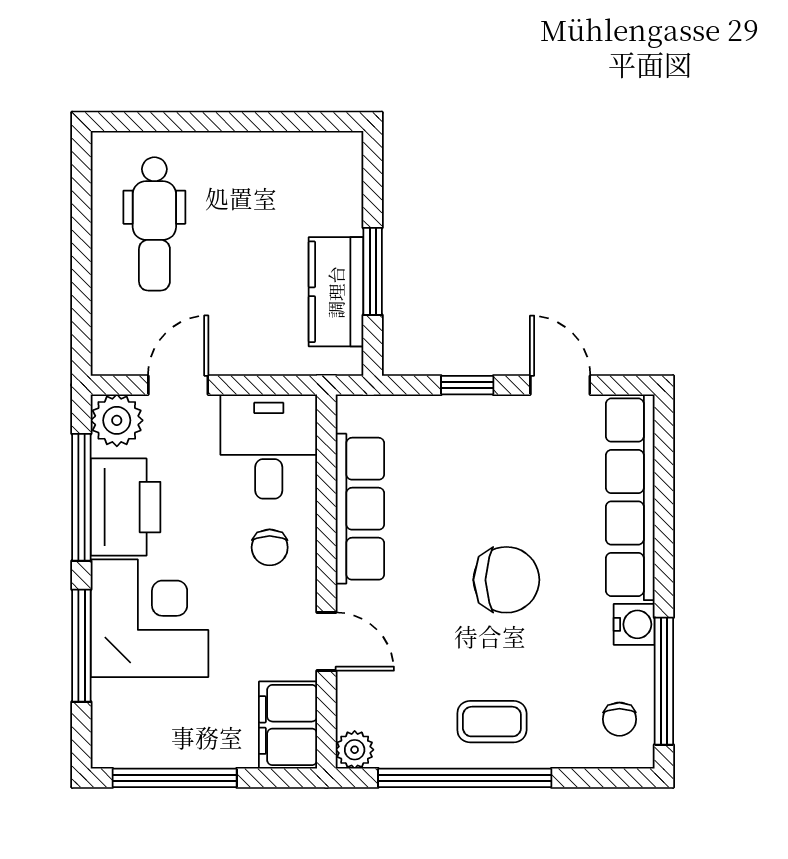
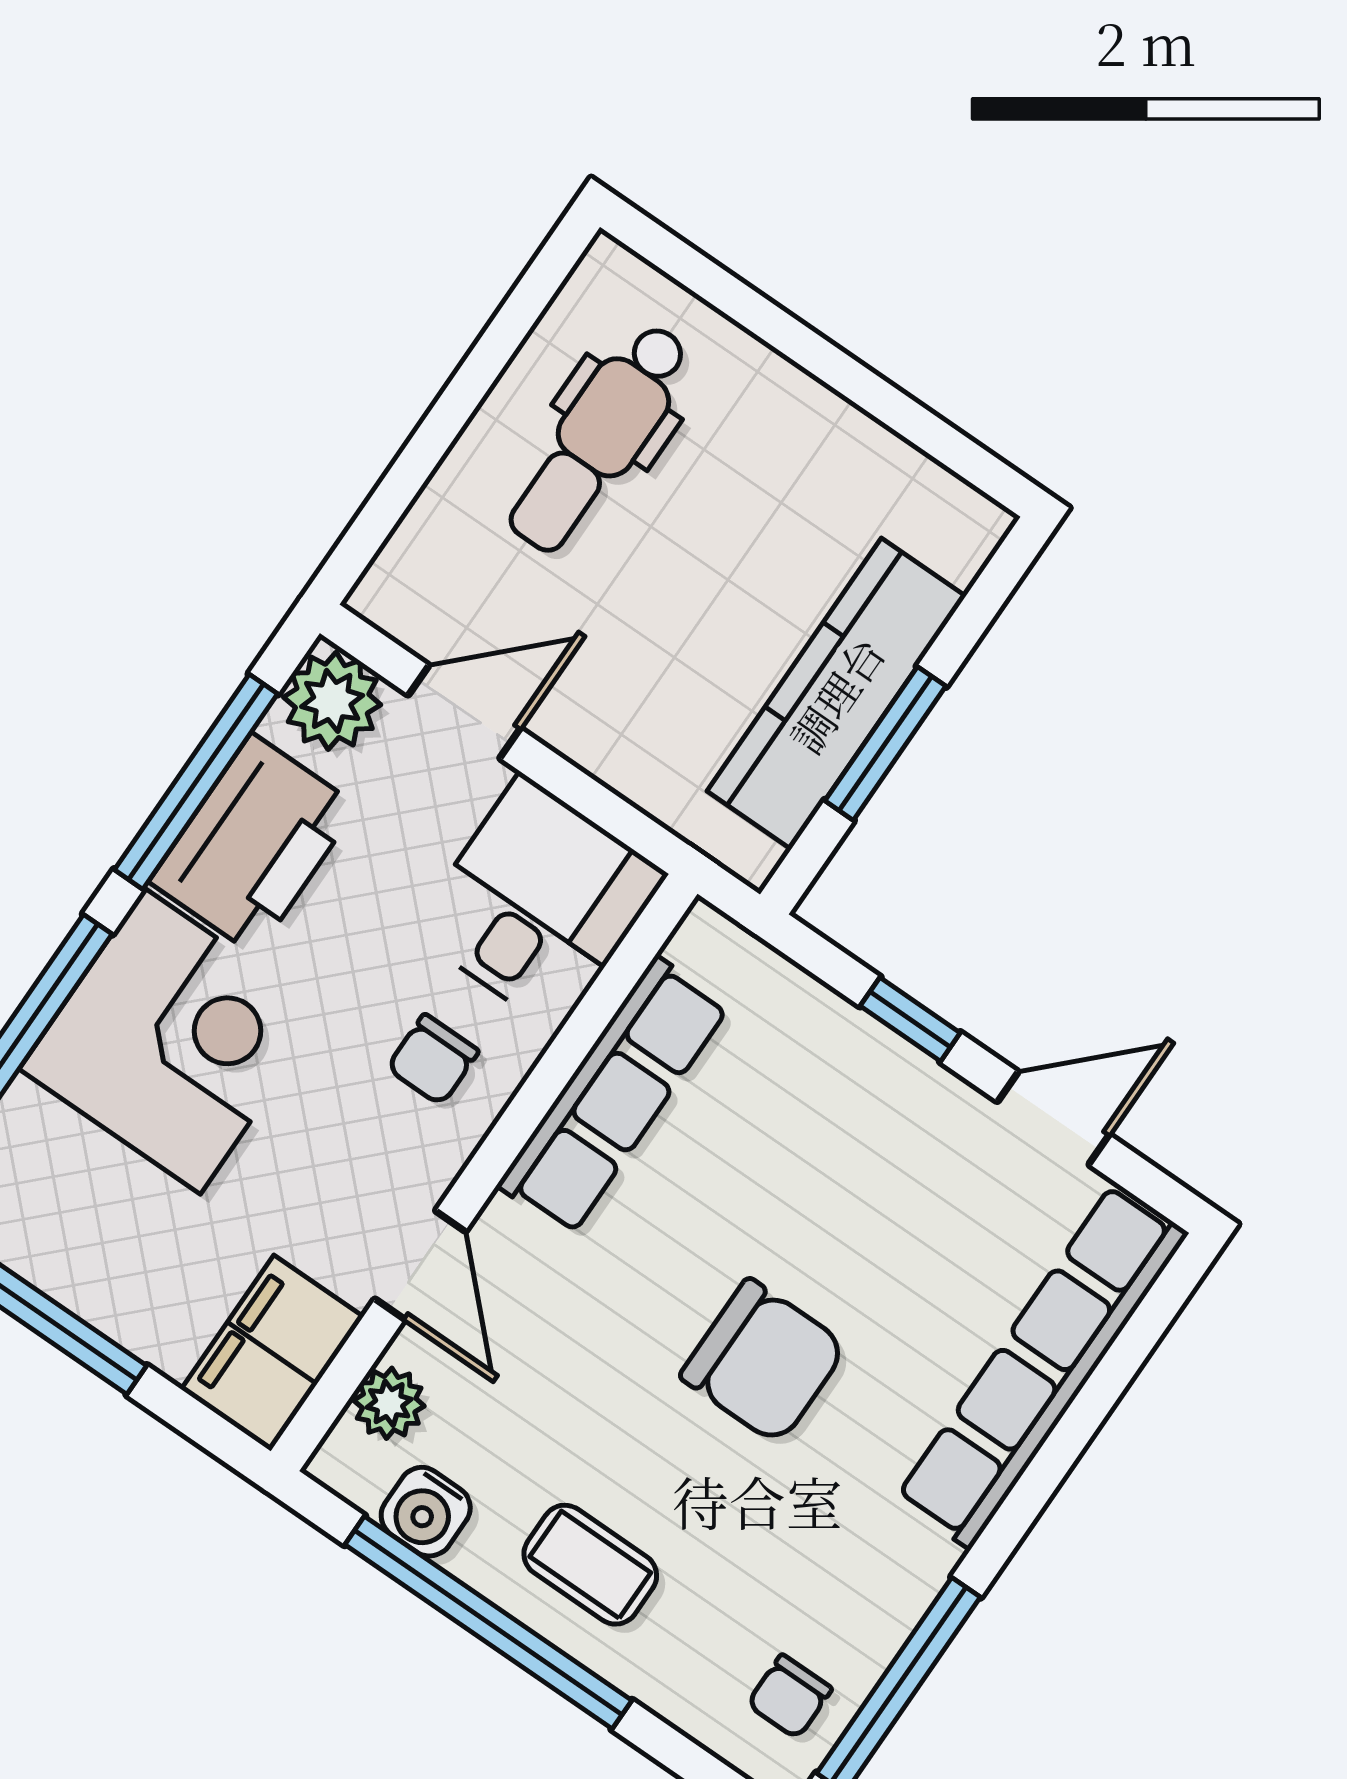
kitchen counter: (336, 292) -> (836, 694), width x1.50
door: (560, 385) -> (1054, 1118), hinge flipped
water cooler: (634, 624) -> (426, 1512), moved, turned 90
plant: (355, 750) -> (389, 1403), moved

